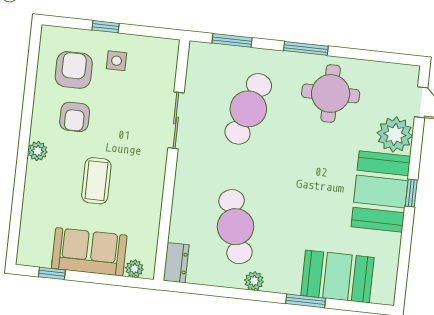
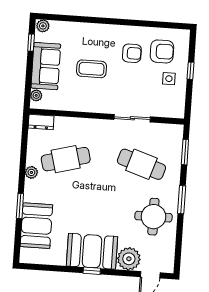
armchair: (75, 117) -> (132, 53), turned 180
plant: (38, 151) -> (43, 26), moved

